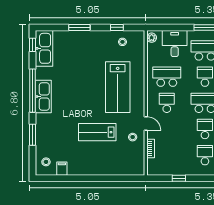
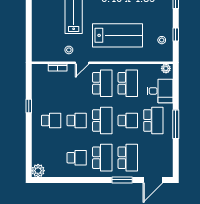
lab bench: (118, 87) -> (117, 35), turned 180
school desk: (167, 103) -> (102, 83), width x1.85
window: (179, 178) -> (29, 106), moved

